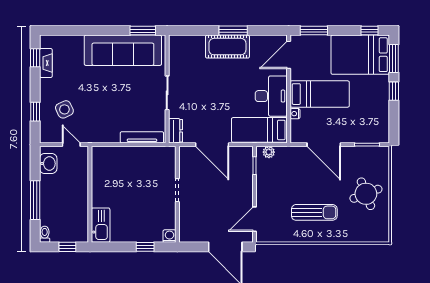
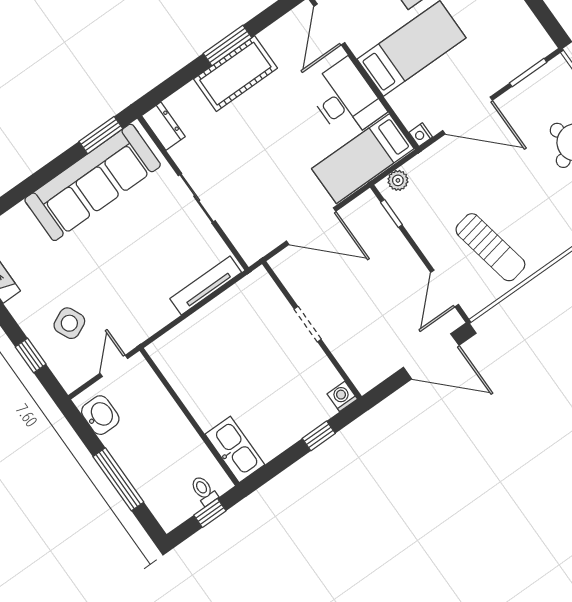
nightstand: (295, 114) -> (421, 135), moved
dresser: (176, 131) -> (163, 126), moved
door: (71, 145) -> (114, 366), hinge flipped
sun lounger: (314, 212) -> (490, 247), moved, turned 79
toilet: (45, 234) -> (204, 491), moved

